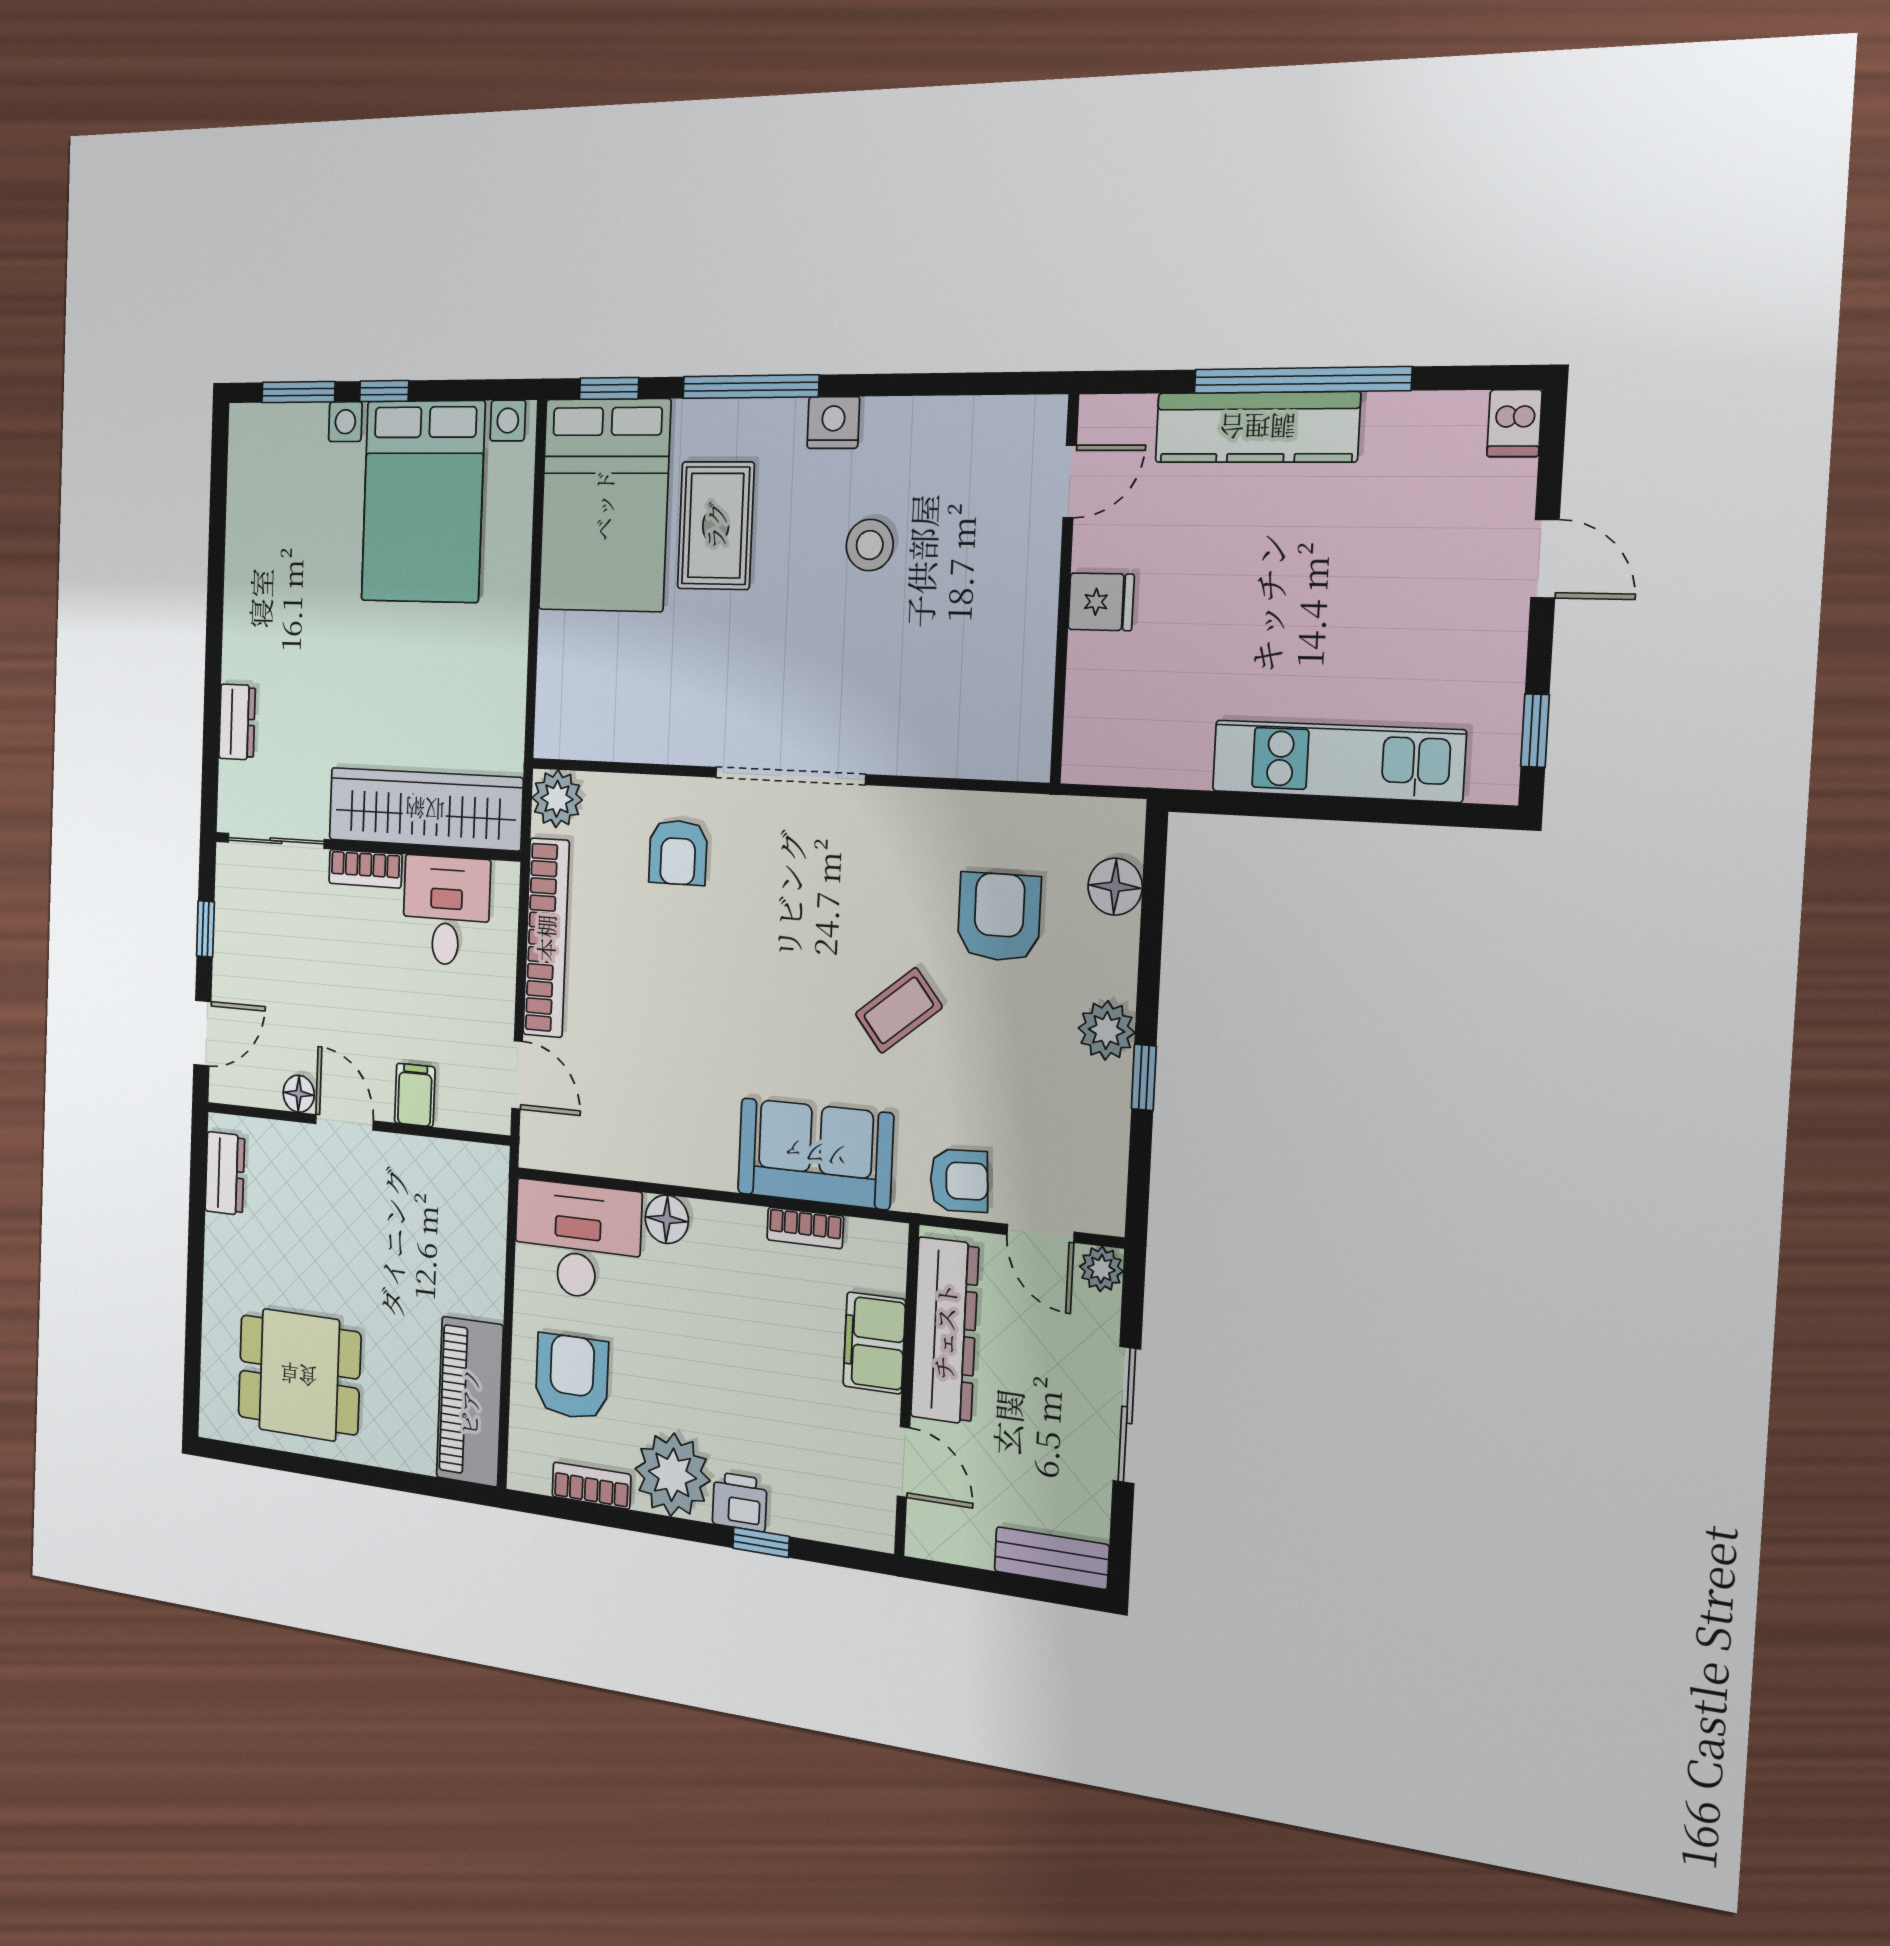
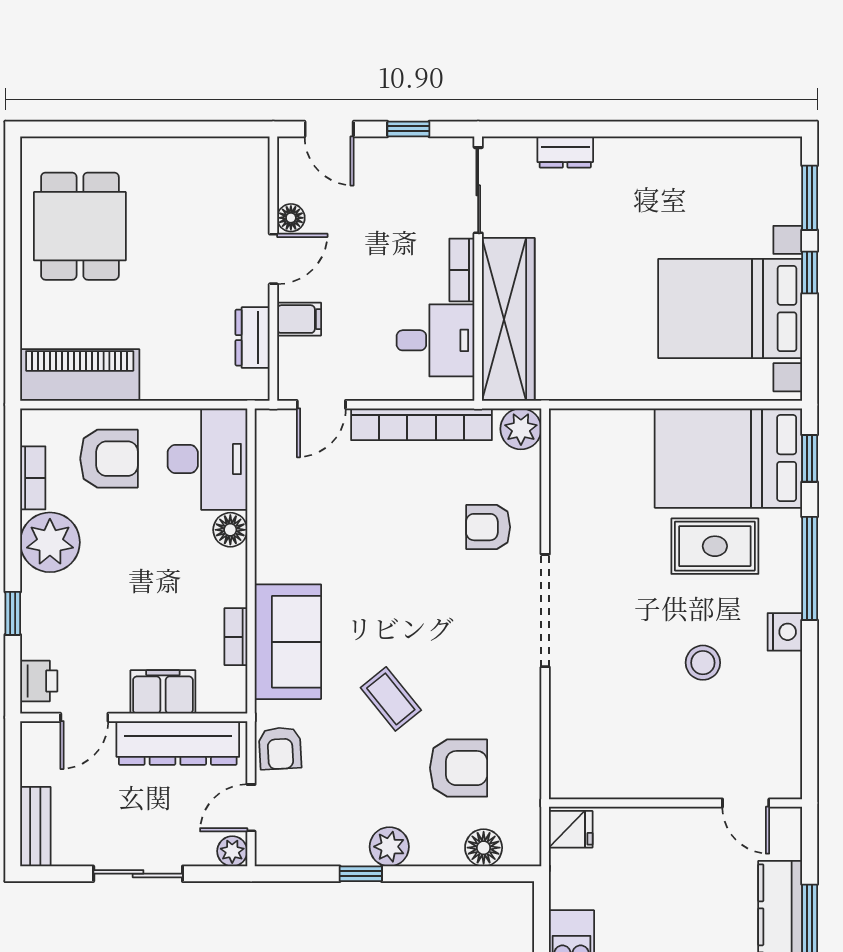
fridge: (1101, 602) -> (571, 829), moved, turned -90
dresser: (225, 1173) -> (253, 338), moved, turned 90
printer: (740, 1502) -> (39, 681), moved

